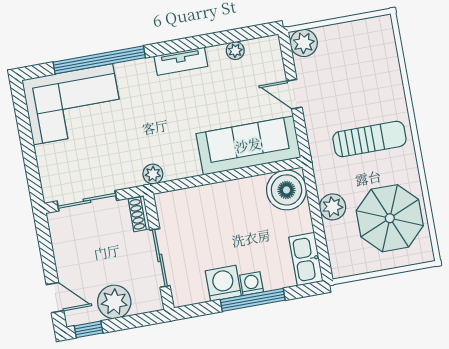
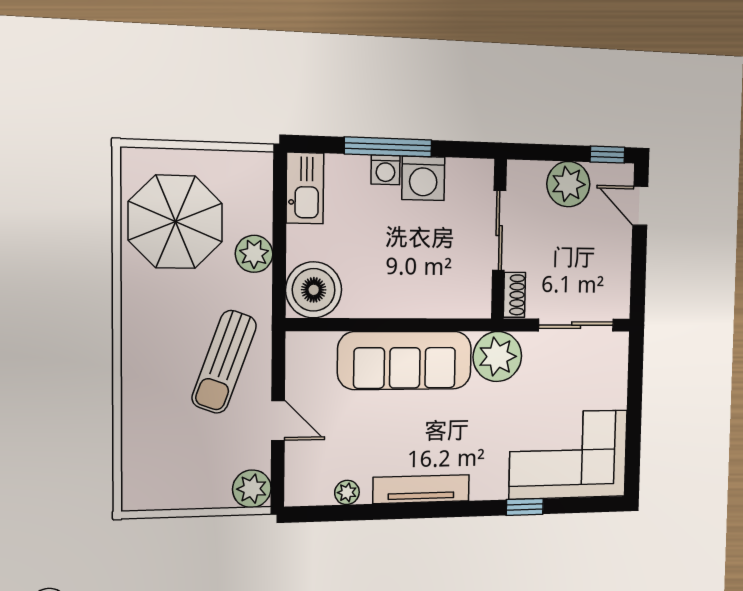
window: (99, 60) -> (525, 507), width x0.32
tv unit: (181, 61) -> (421, 489), width x1.41
sun lounger: (369, 139) -> (224, 362), moved, turned -70
sofa: (248, 145) -> (405, 360), moved
plant: (153, 174) -> (497, 357), width x1.87, depth x1.87

